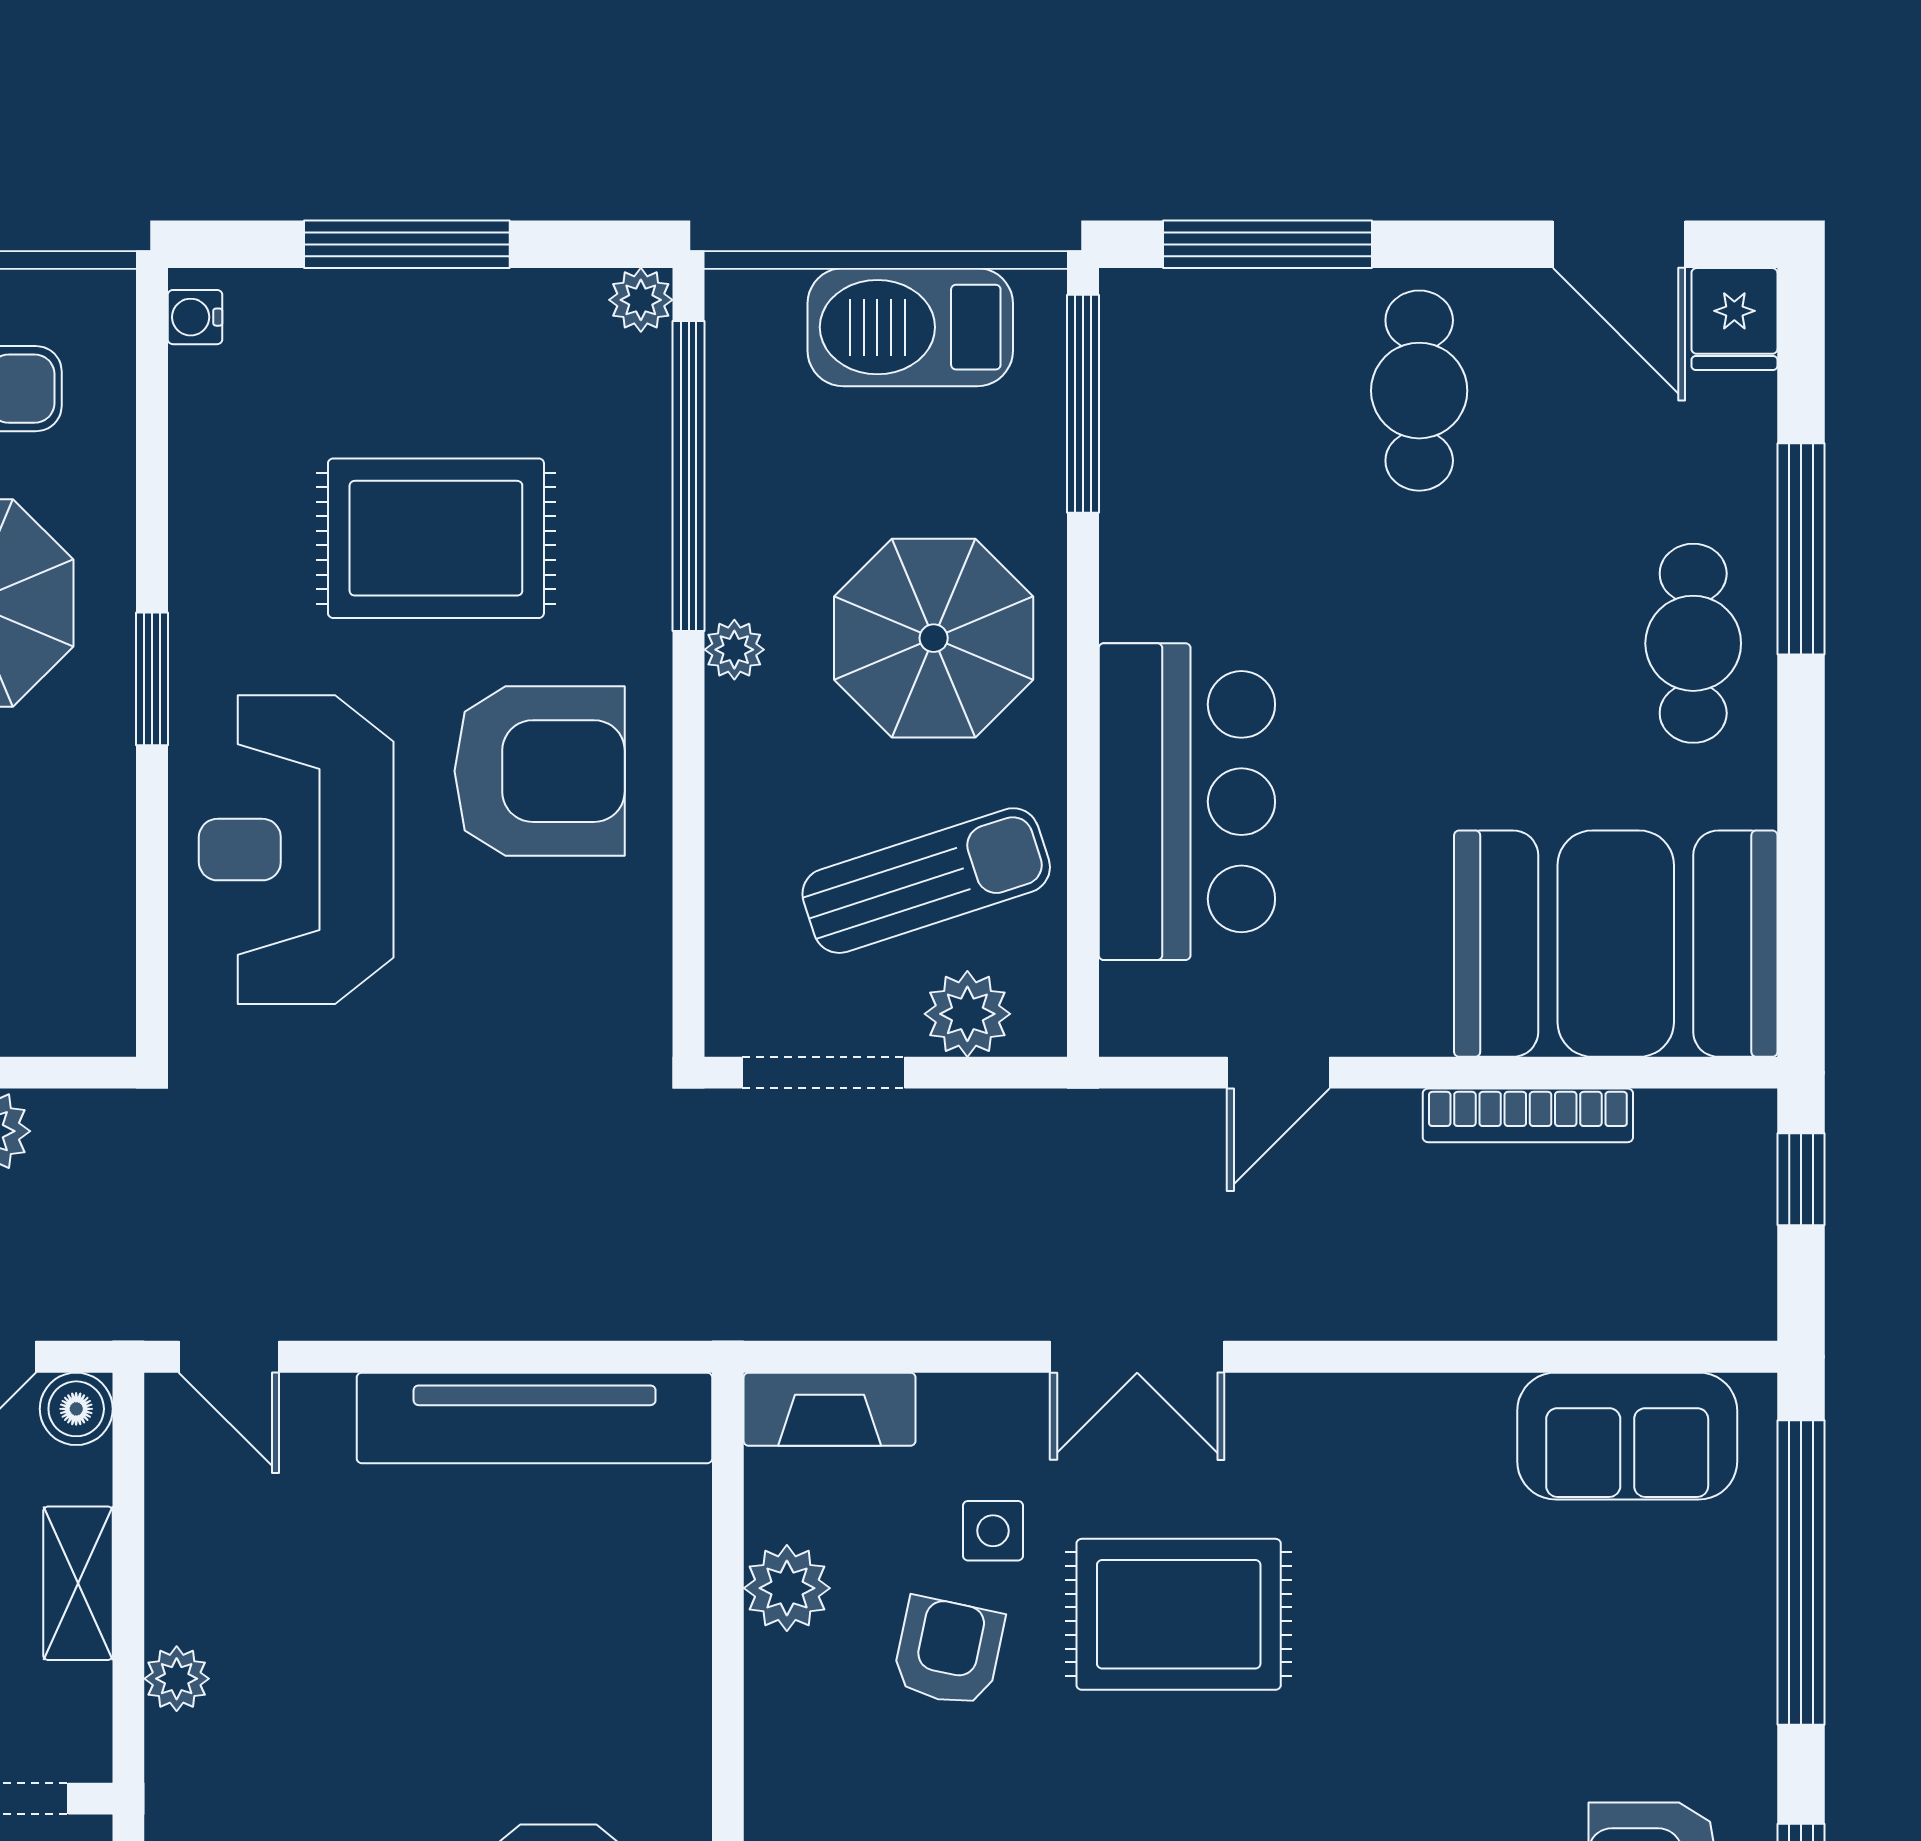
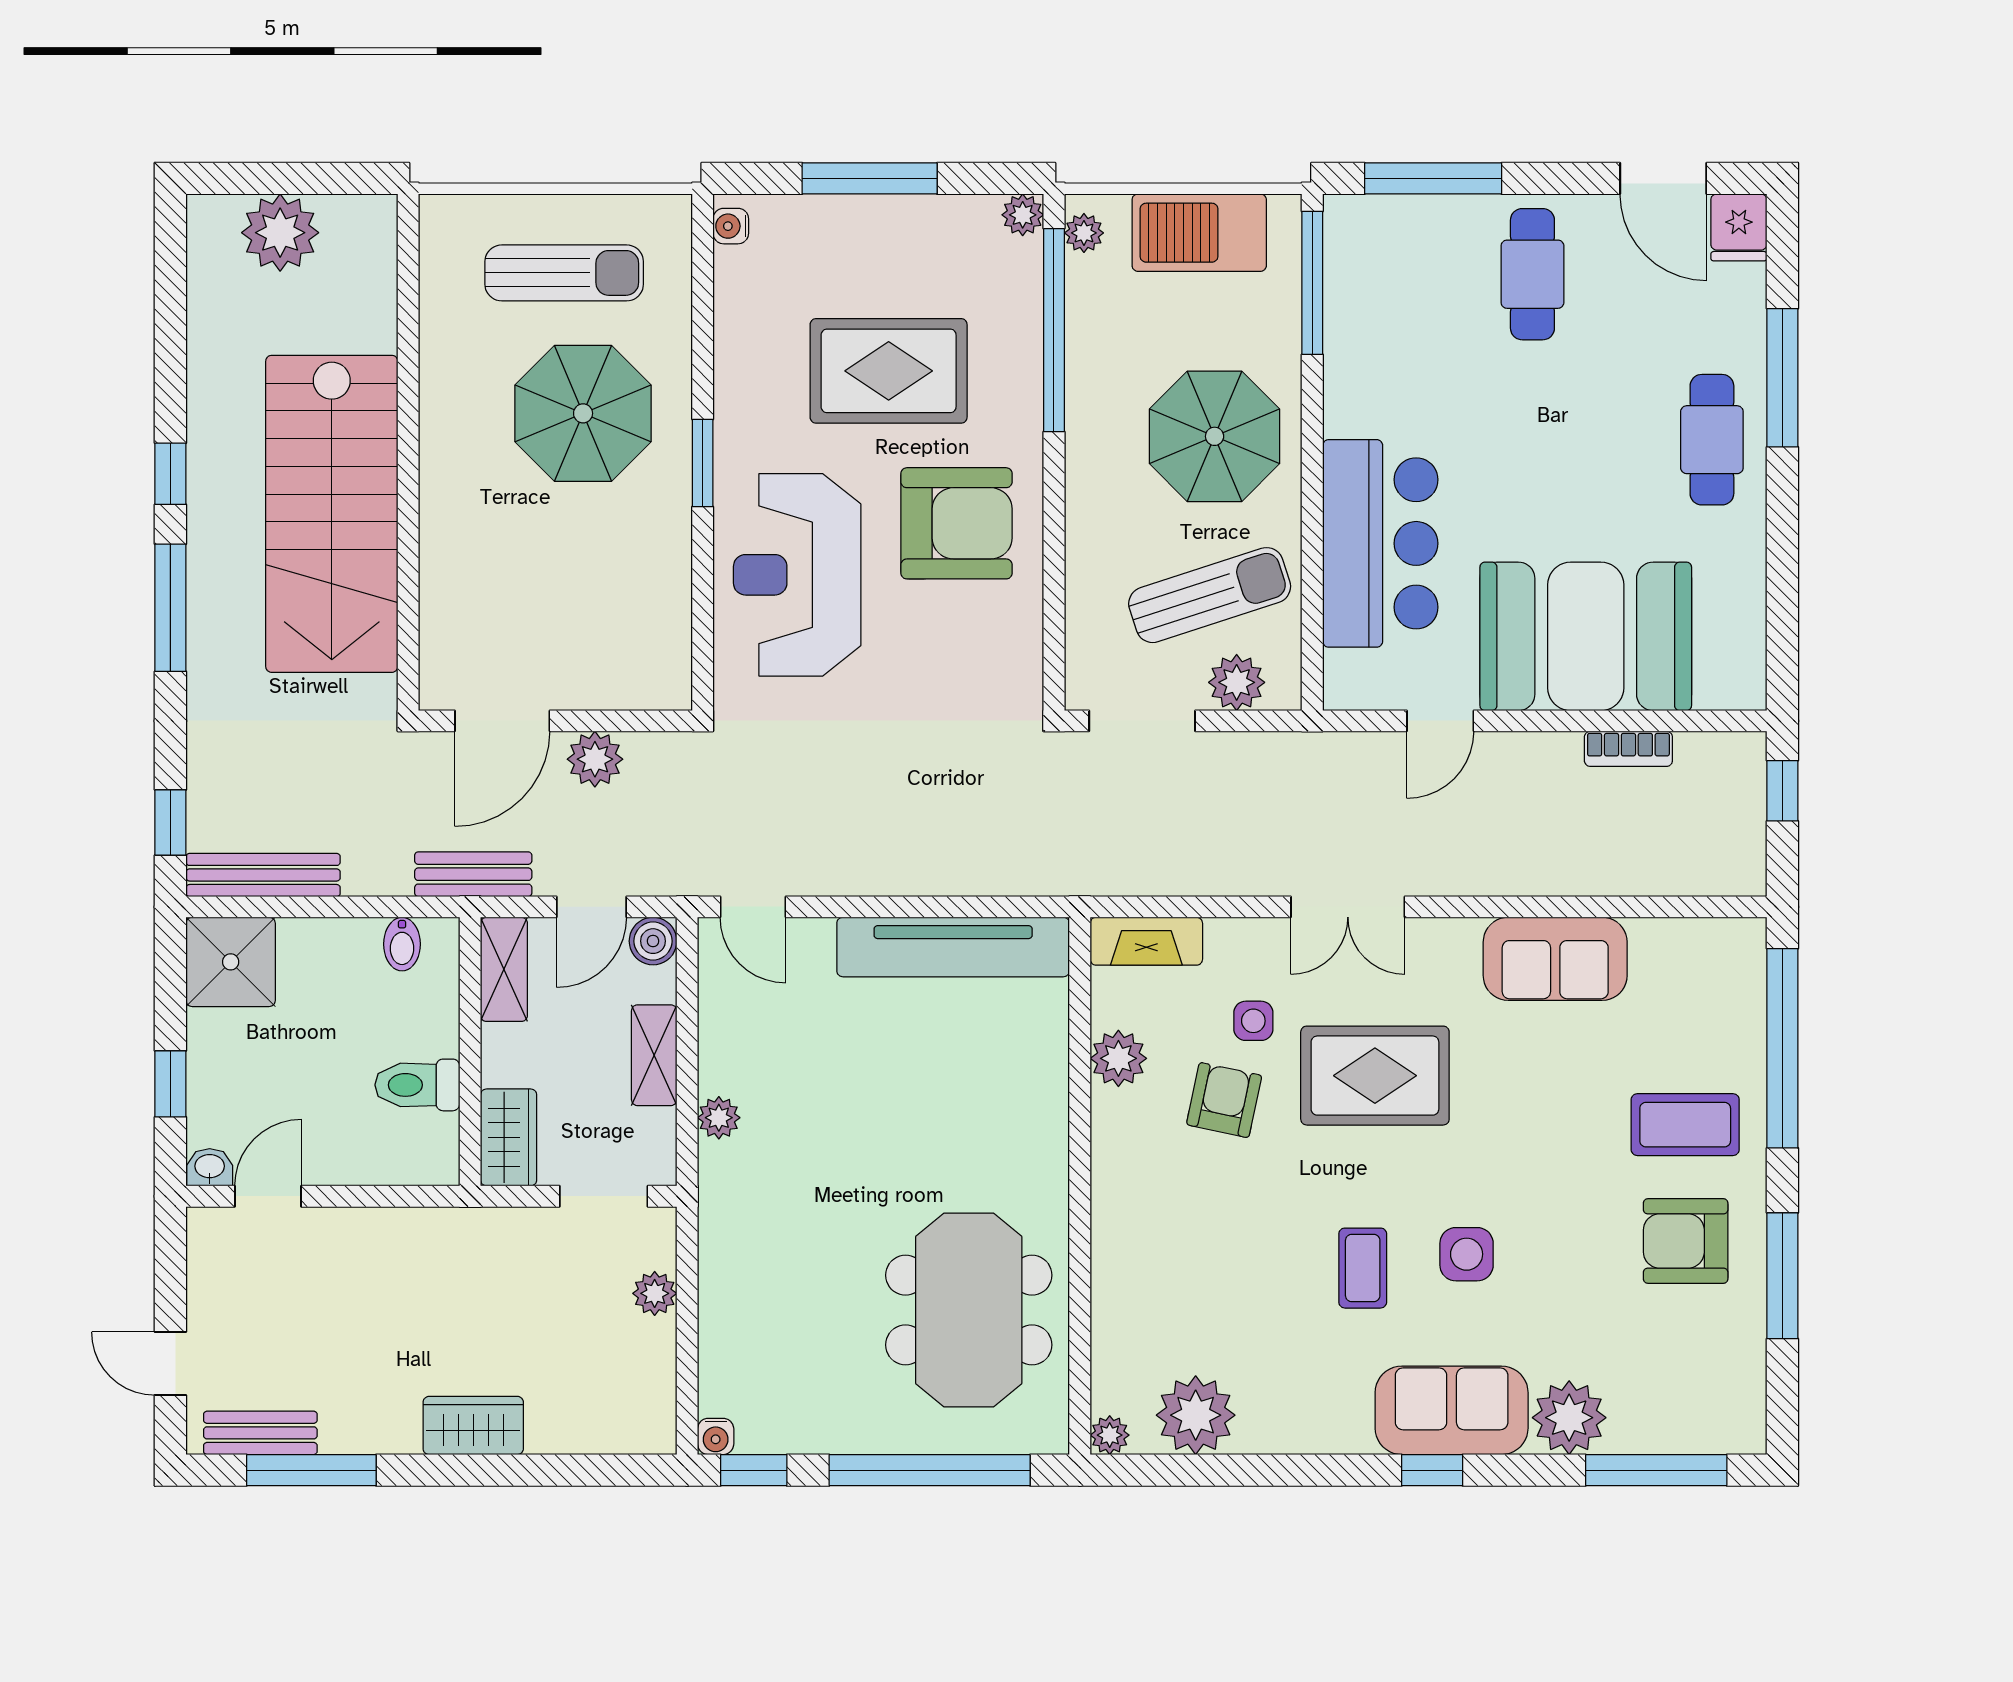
plant: (734, 650) -> (1084, 233), moved
booth: (1616, 944) -> (1586, 636), moved
bookcase: (1528, 1115) -> (1628, 749), width x0.64
sofa: (1627, 1436) -> (1555, 959), moved
coffee table: (1652, 1689) -> (1685, 1125), added

